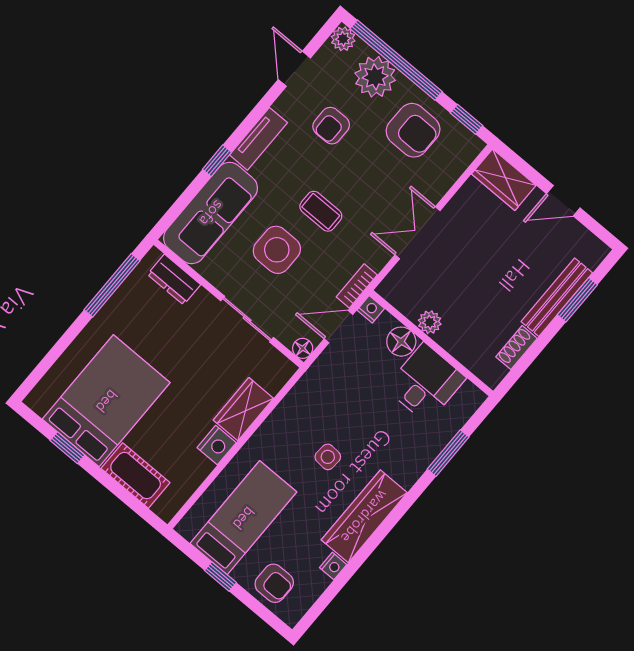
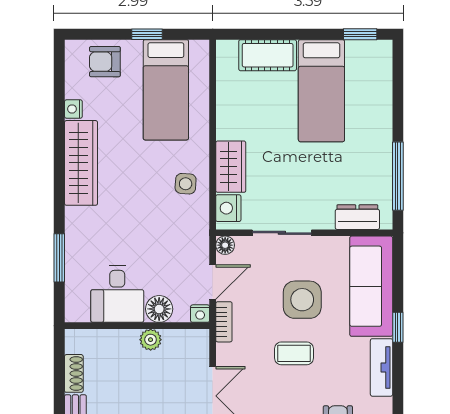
bed: (106, 401) -> (321, 91), width x0.67
nightstand: (217, 445) -> (228, 208), moved
window: (67, 448) -> (360, 34), moved
side table: (328, 457) -> (186, 184), moved

